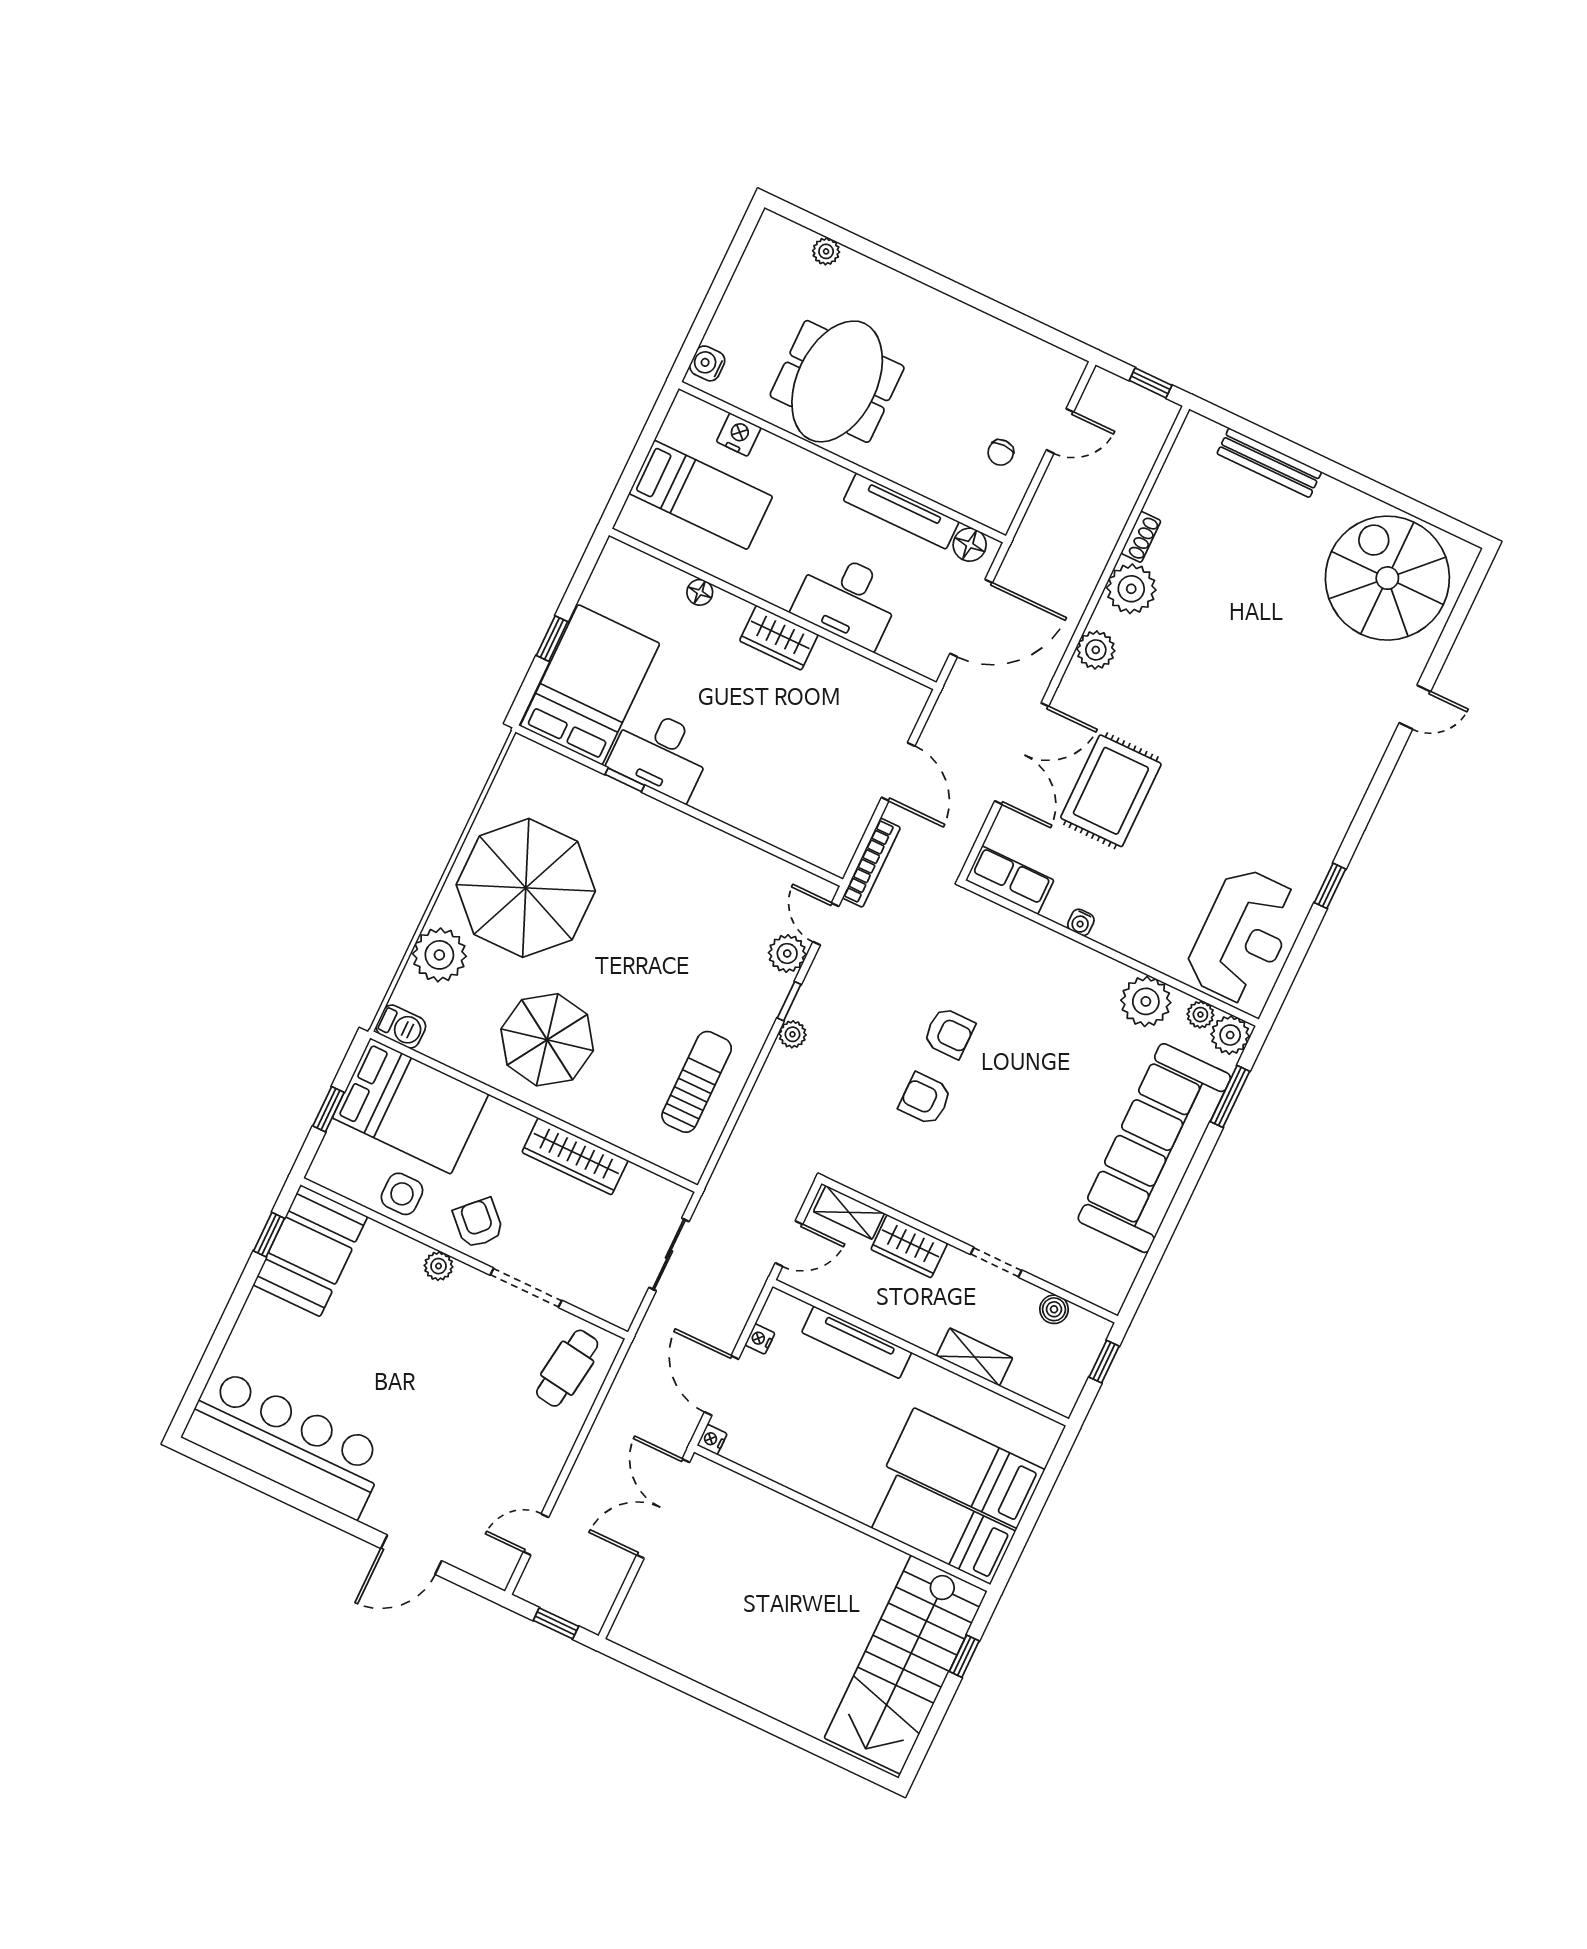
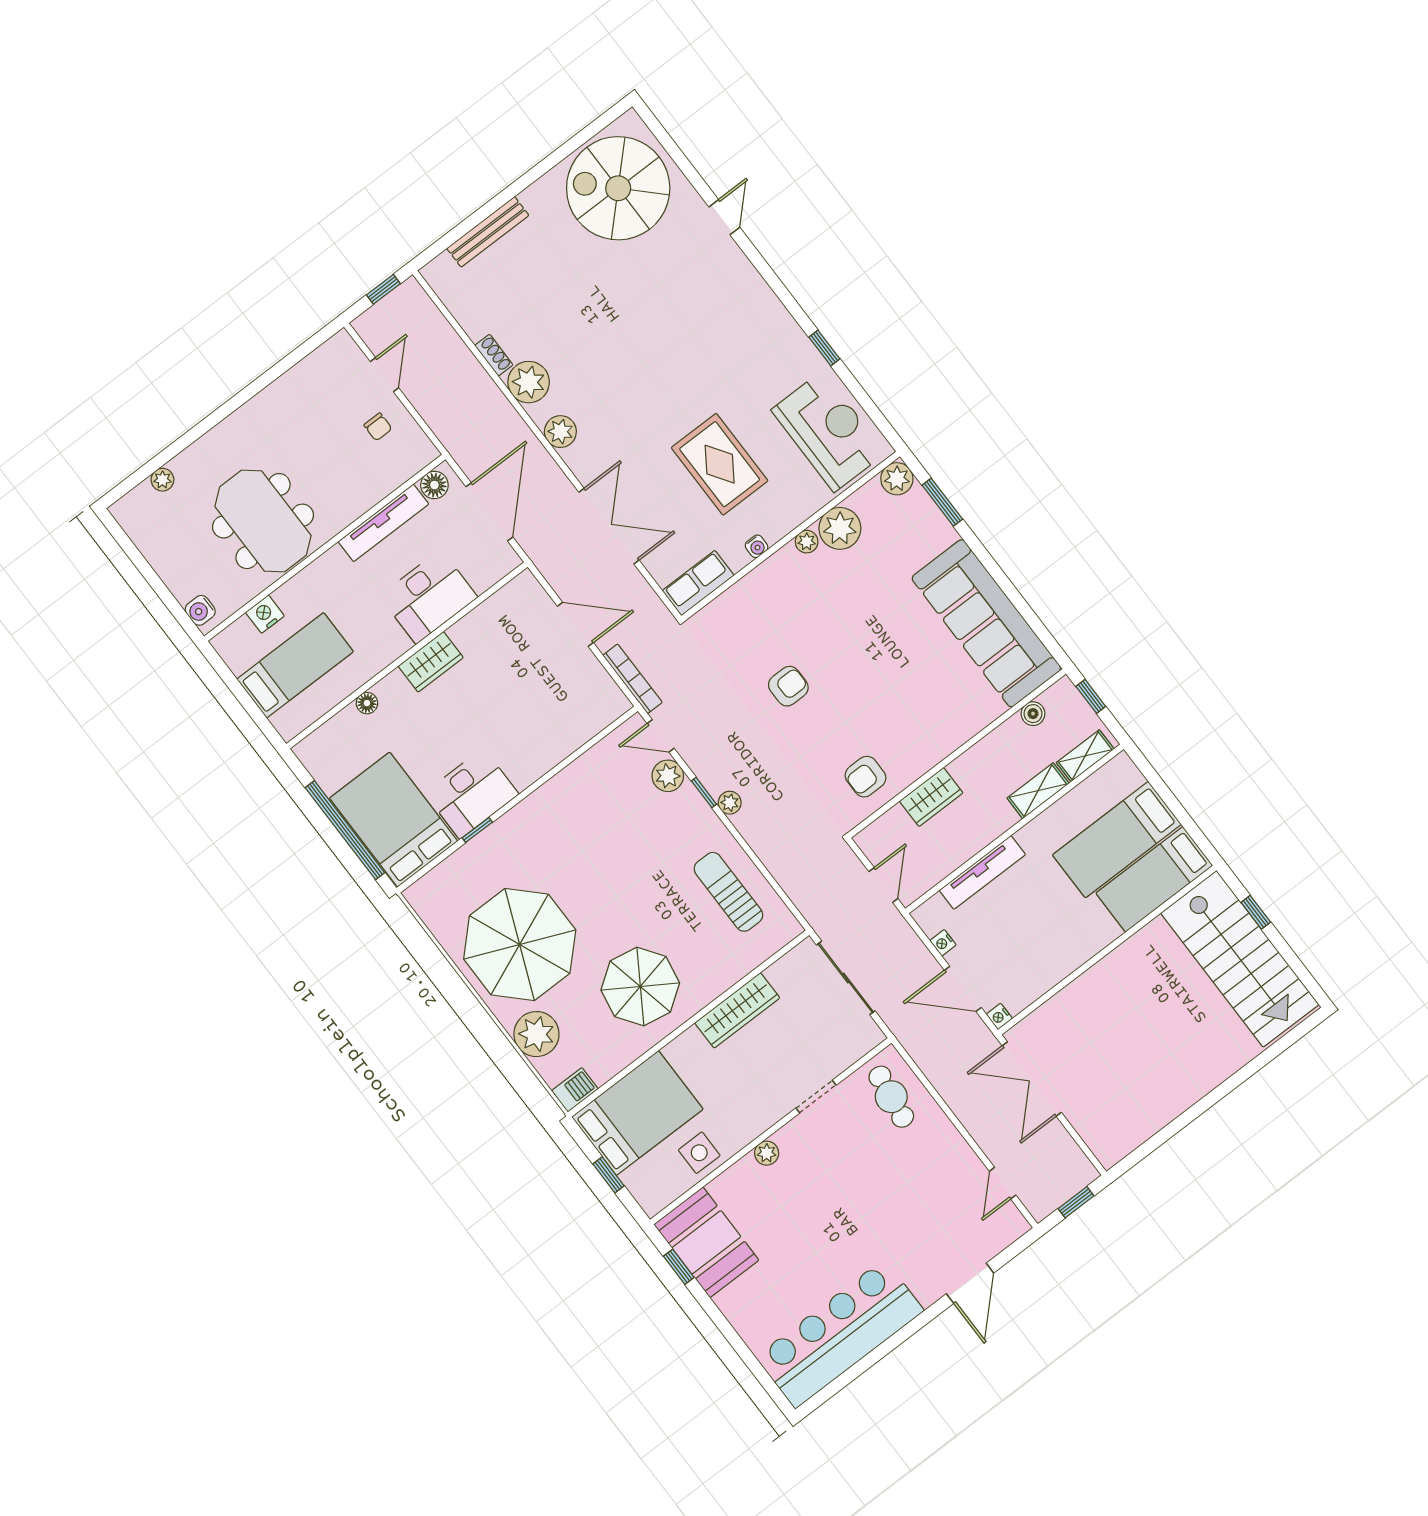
window: (552, 639) -> (345, 830), width x3.17
rug: (1111, 791) -> (720, 464), moved
plant: (1200, 1015) -> (807, 542), moved
armchair: (925, 1099) -> (866, 777), moved
sofa: (1154, 1148) -> (986, 623), moved
shelving: (849, 1212) -> (1085, 756), moved
armchair: (478, 1223) -> (750, 1107), removed
sliding door: (669, 1254) -> (846, 978), width x1.37
doorway: (996, 1262) -> (976, 739), removed
doorway: (526, 1288) -> (816, 1097), width x0.73

